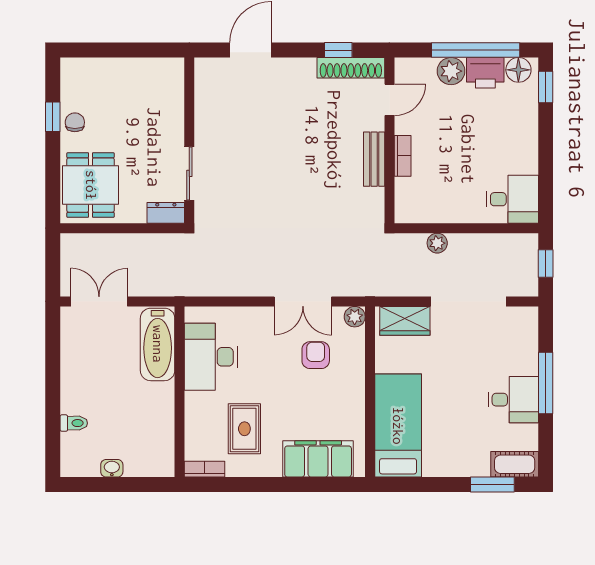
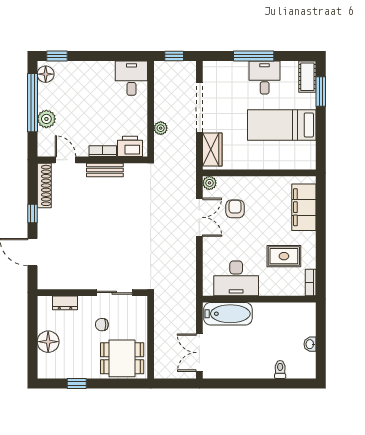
window: (338, 50) -> (32, 214), moved
printer: (485, 73) -> (130, 146), moved, turned -90
floor lamp: (116, 74) -> (48, 342), added
chair: (75, 122) -> (102, 325), moved
dresser: (166, 213) -> (65, 303), moved, turned -90
armchair: (316, 355) -> (235, 209), turned 90
bed: (398, 426) -> (282, 125), moved

